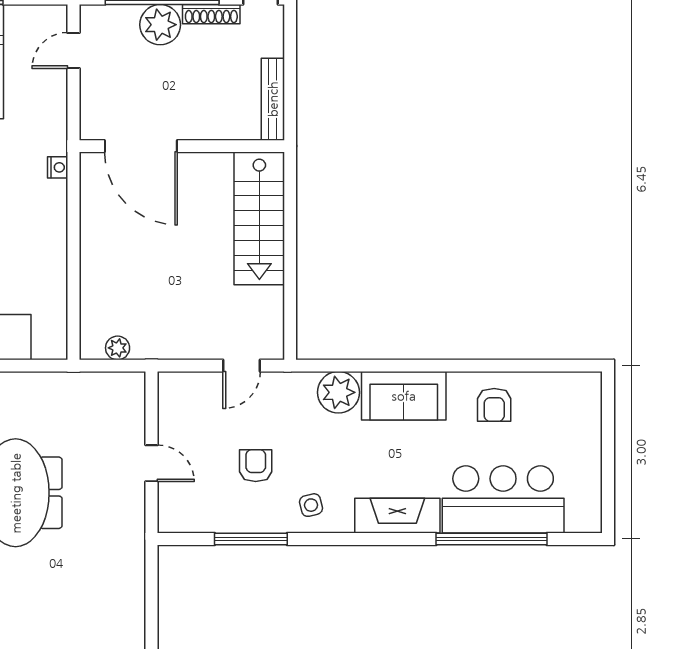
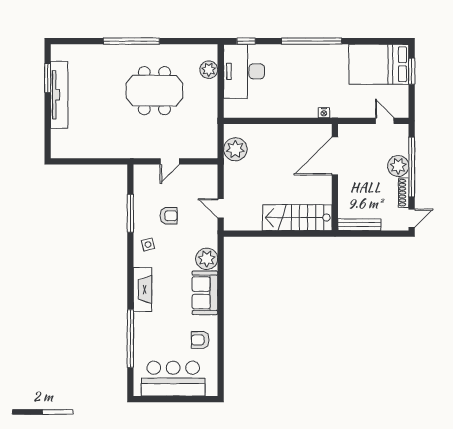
plant: (118, 348) -> (235, 149), width x1.87, depth x1.87
bar counter: (503, 499) -> (173, 379), moved, turned -90

